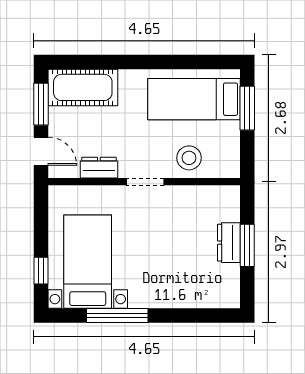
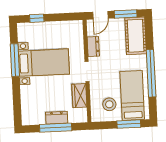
window: (154, 62) -> (151, 73), added
stool: (189, 158) -> (109, 104), moved
wardrobe: (190, 198) -> (79, 96), added
window: (247, 245) -> (56, 128), width x1.44
bed with nightstands: (88, 262) -> (44, 63), moved

